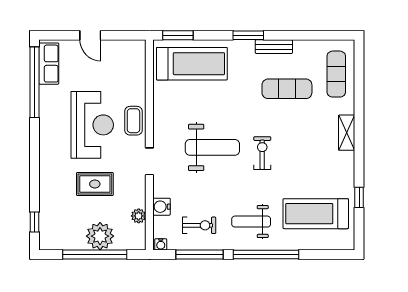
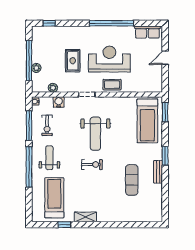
exercise mat: (336, 74) -> (141, 211), removed
window: (35, 82) -> (111, 23), moved
reception desk: (92, 125) -> (109, 59), turned 180
shelving: (347, 133) -> (85, 217), moved
plant: (100, 236) -> (36, 68), width x0.53, depth x0.53

